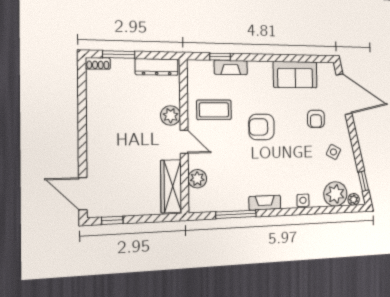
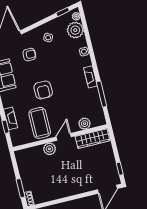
dresser: (157, 67) -> (22, 164), removed
coffee table: (214, 110) -> (40, 123), width x1.36, depth x1.32

